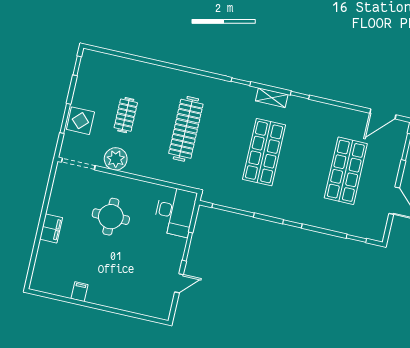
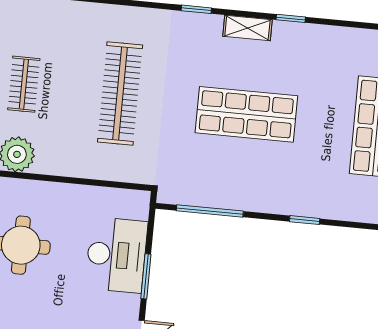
shop shelf: (264, 152) -> (246, 114), turned 90
desk: (175, 211) -> (116, 255), moved

